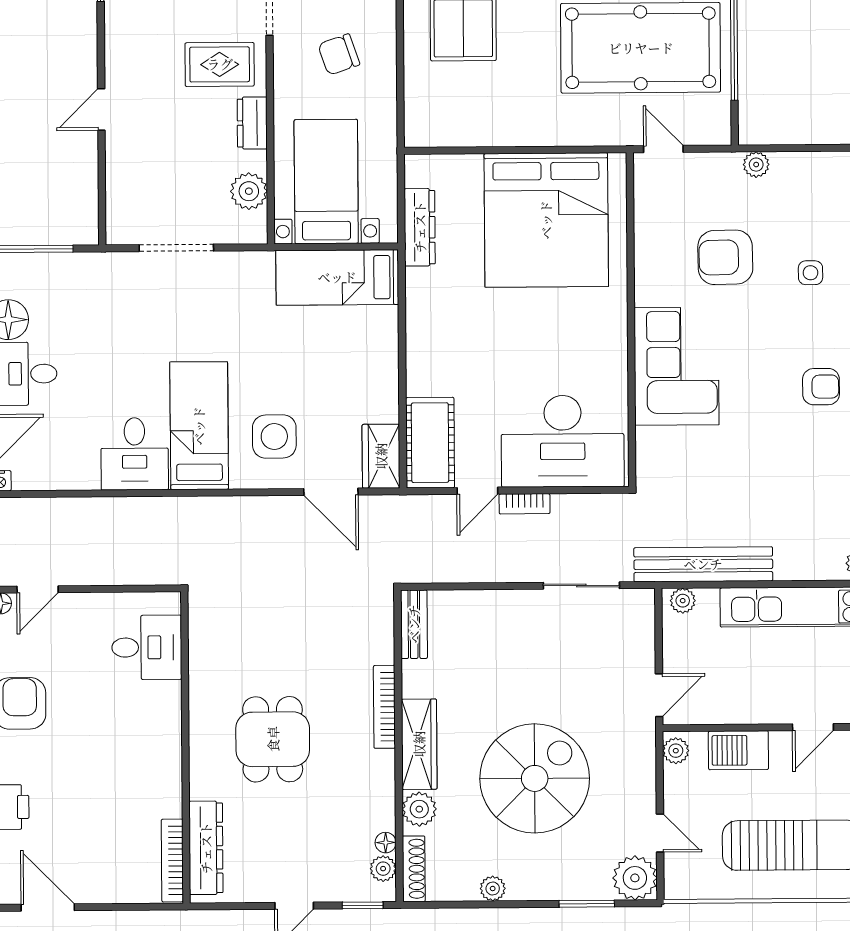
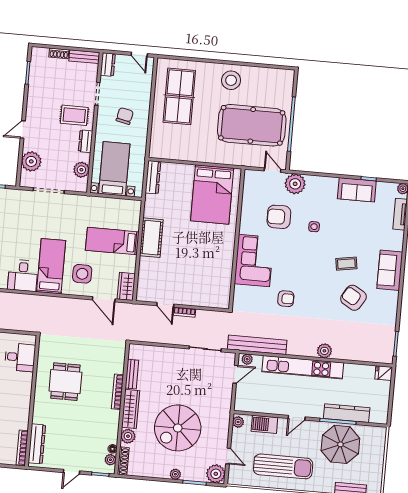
chair: (339, 54) -> (125, 116), turned 121
door: (663, 149) -> (273, 170), moved
plant: (756, 165) -> (295, 184), width x1.87, depth x1.87
plant: (129, 183) -> (31, 161), added
bed: (546, 220) -> (212, 194), width x0.73
dresser: (420, 227) -> (153, 177), moved
bed: (337, 277) -> (112, 241), moved
armchair: (821, 387) -> (286, 299), moved
desk: (563, 441) -> (203, 287), removed
cot: (430, 443) -> (151, 238), moved
door: (477, 491) -> (165, 305), hinge flipped
bench: (414, 624) -> (132, 374), moved
door: (659, 695) -> (235, 374), moved
dining table: (273, 739) -> (65, 382), moved
spiral stairs: (535, 778) -> (178, 428), turned 180
plant: (493, 889) -> (175, 474), moved

